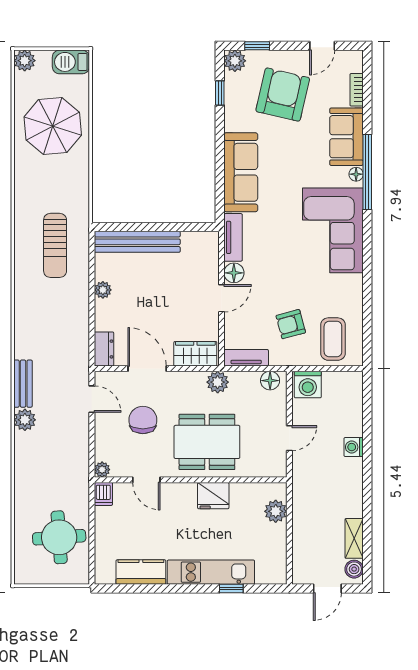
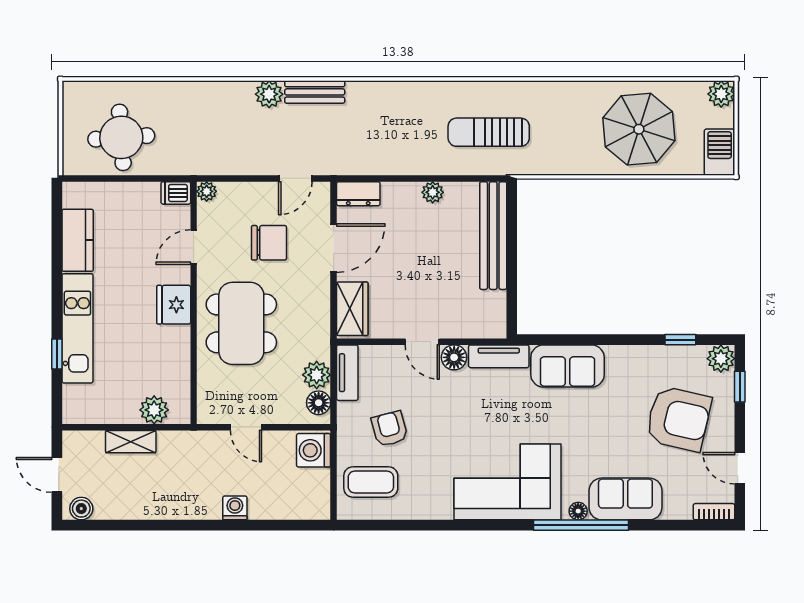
bookcase: (357, 90) -> (714, 512), moved
sofa: (241, 172) -> (567, 366), width x0.73
plant: (218, 382) -> (317, 375), moved
fridge: (213, 496) -> (174, 305), moved
shelving: (354, 538) -> (131, 442), moved

